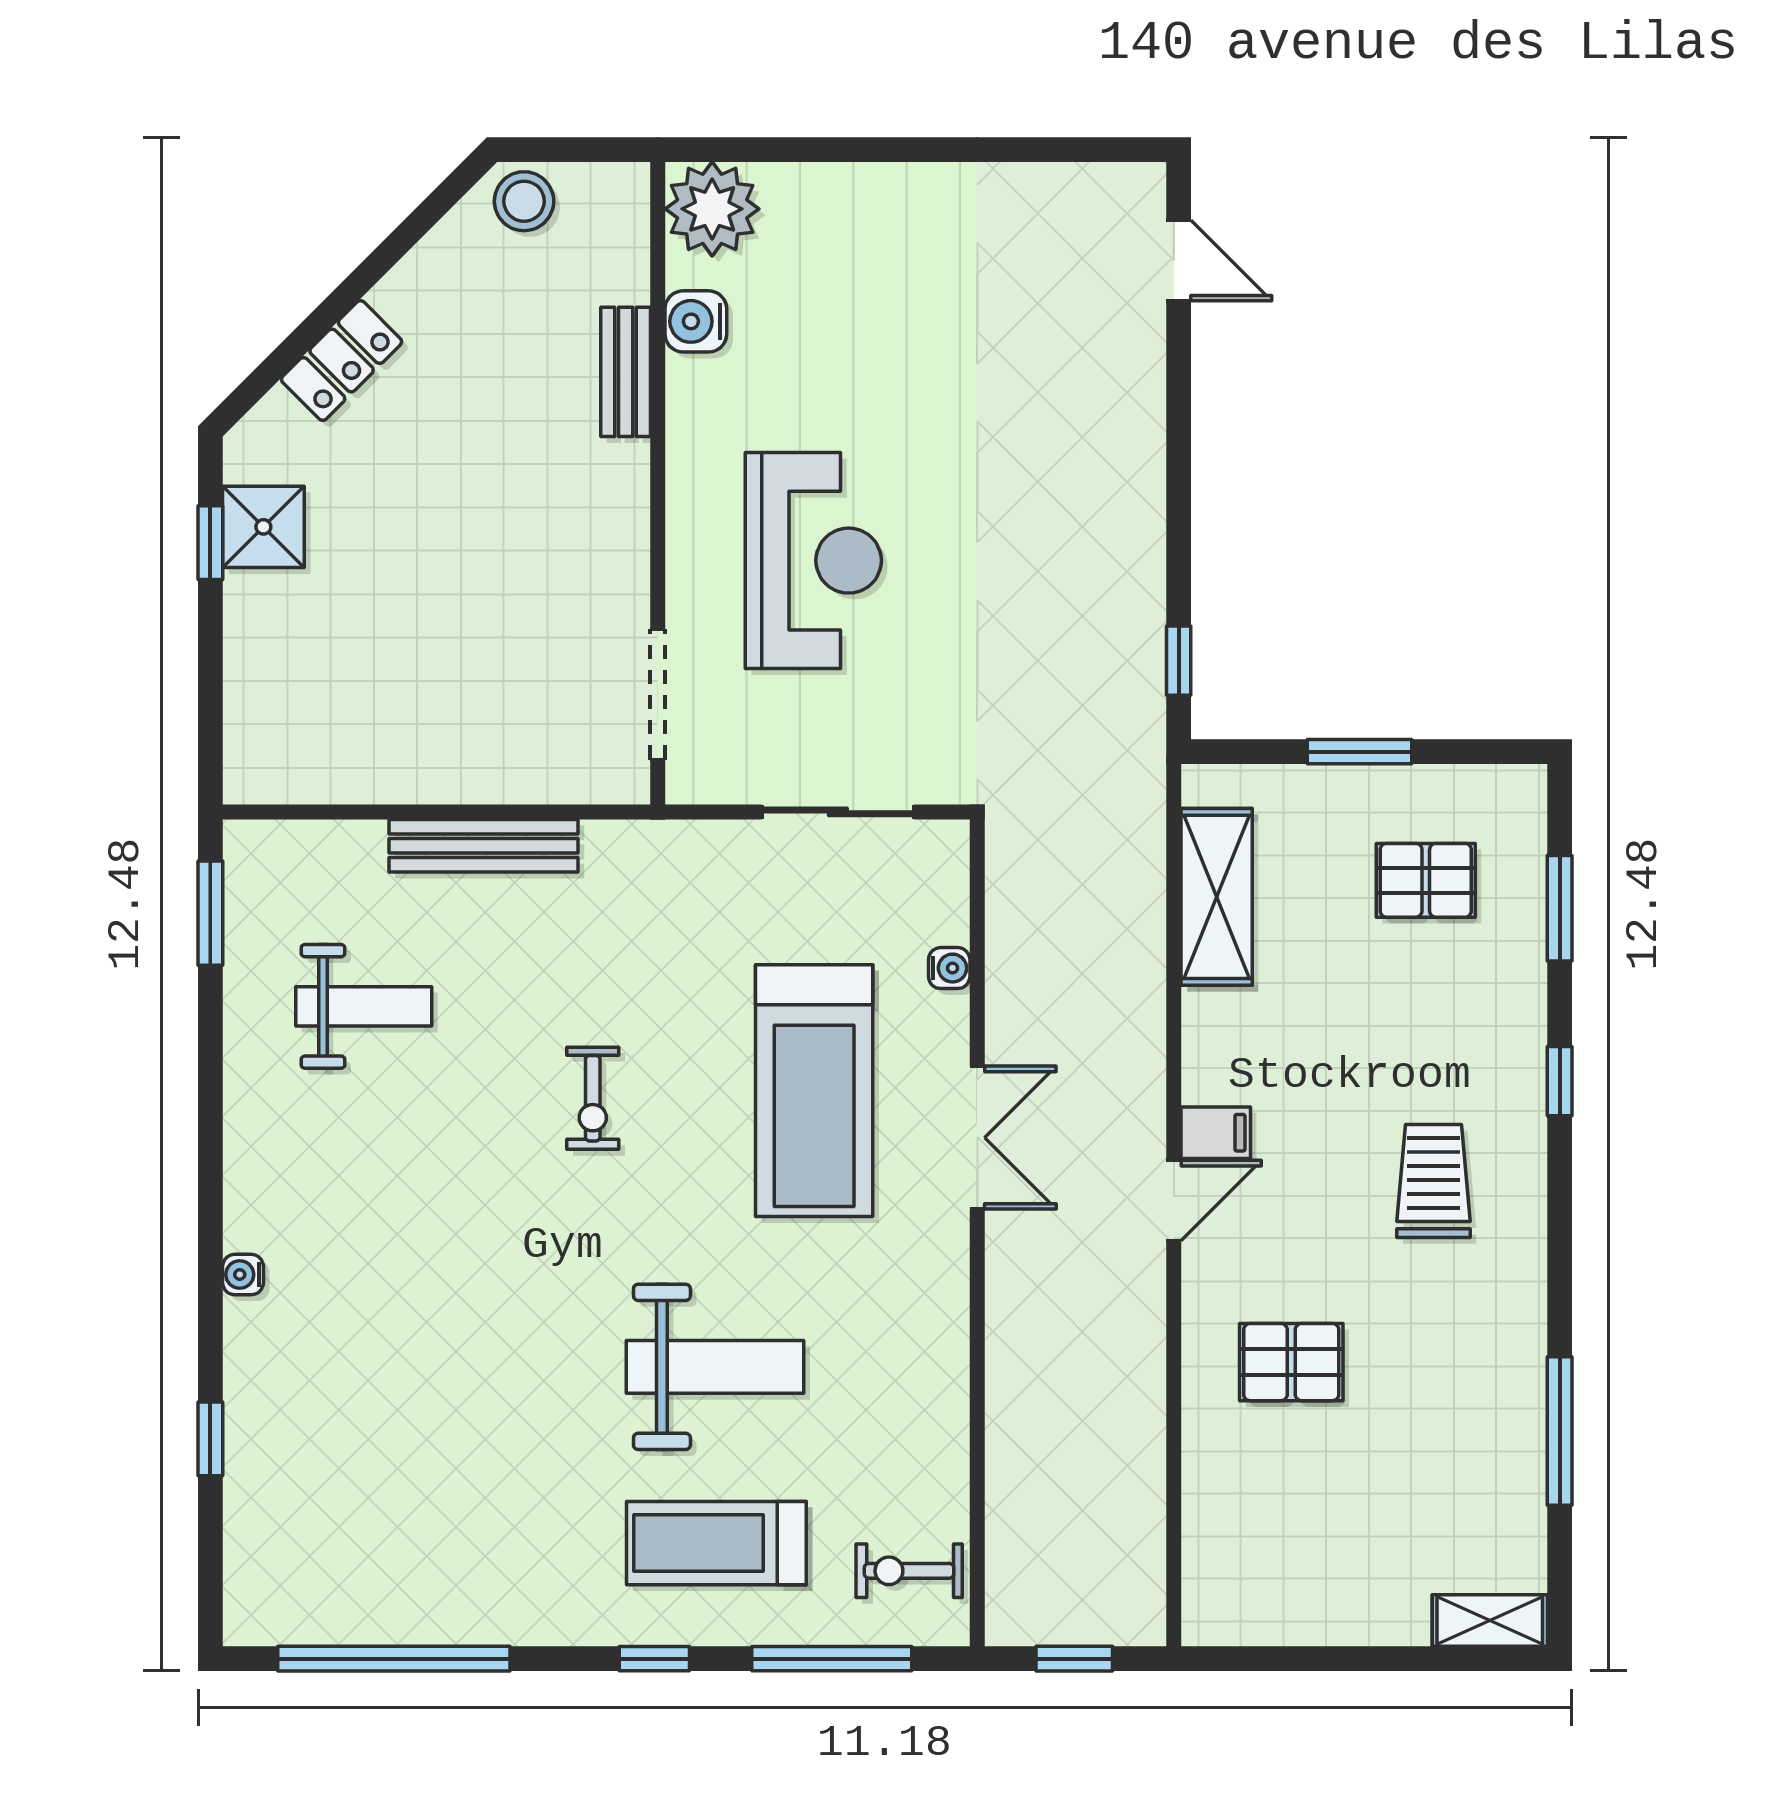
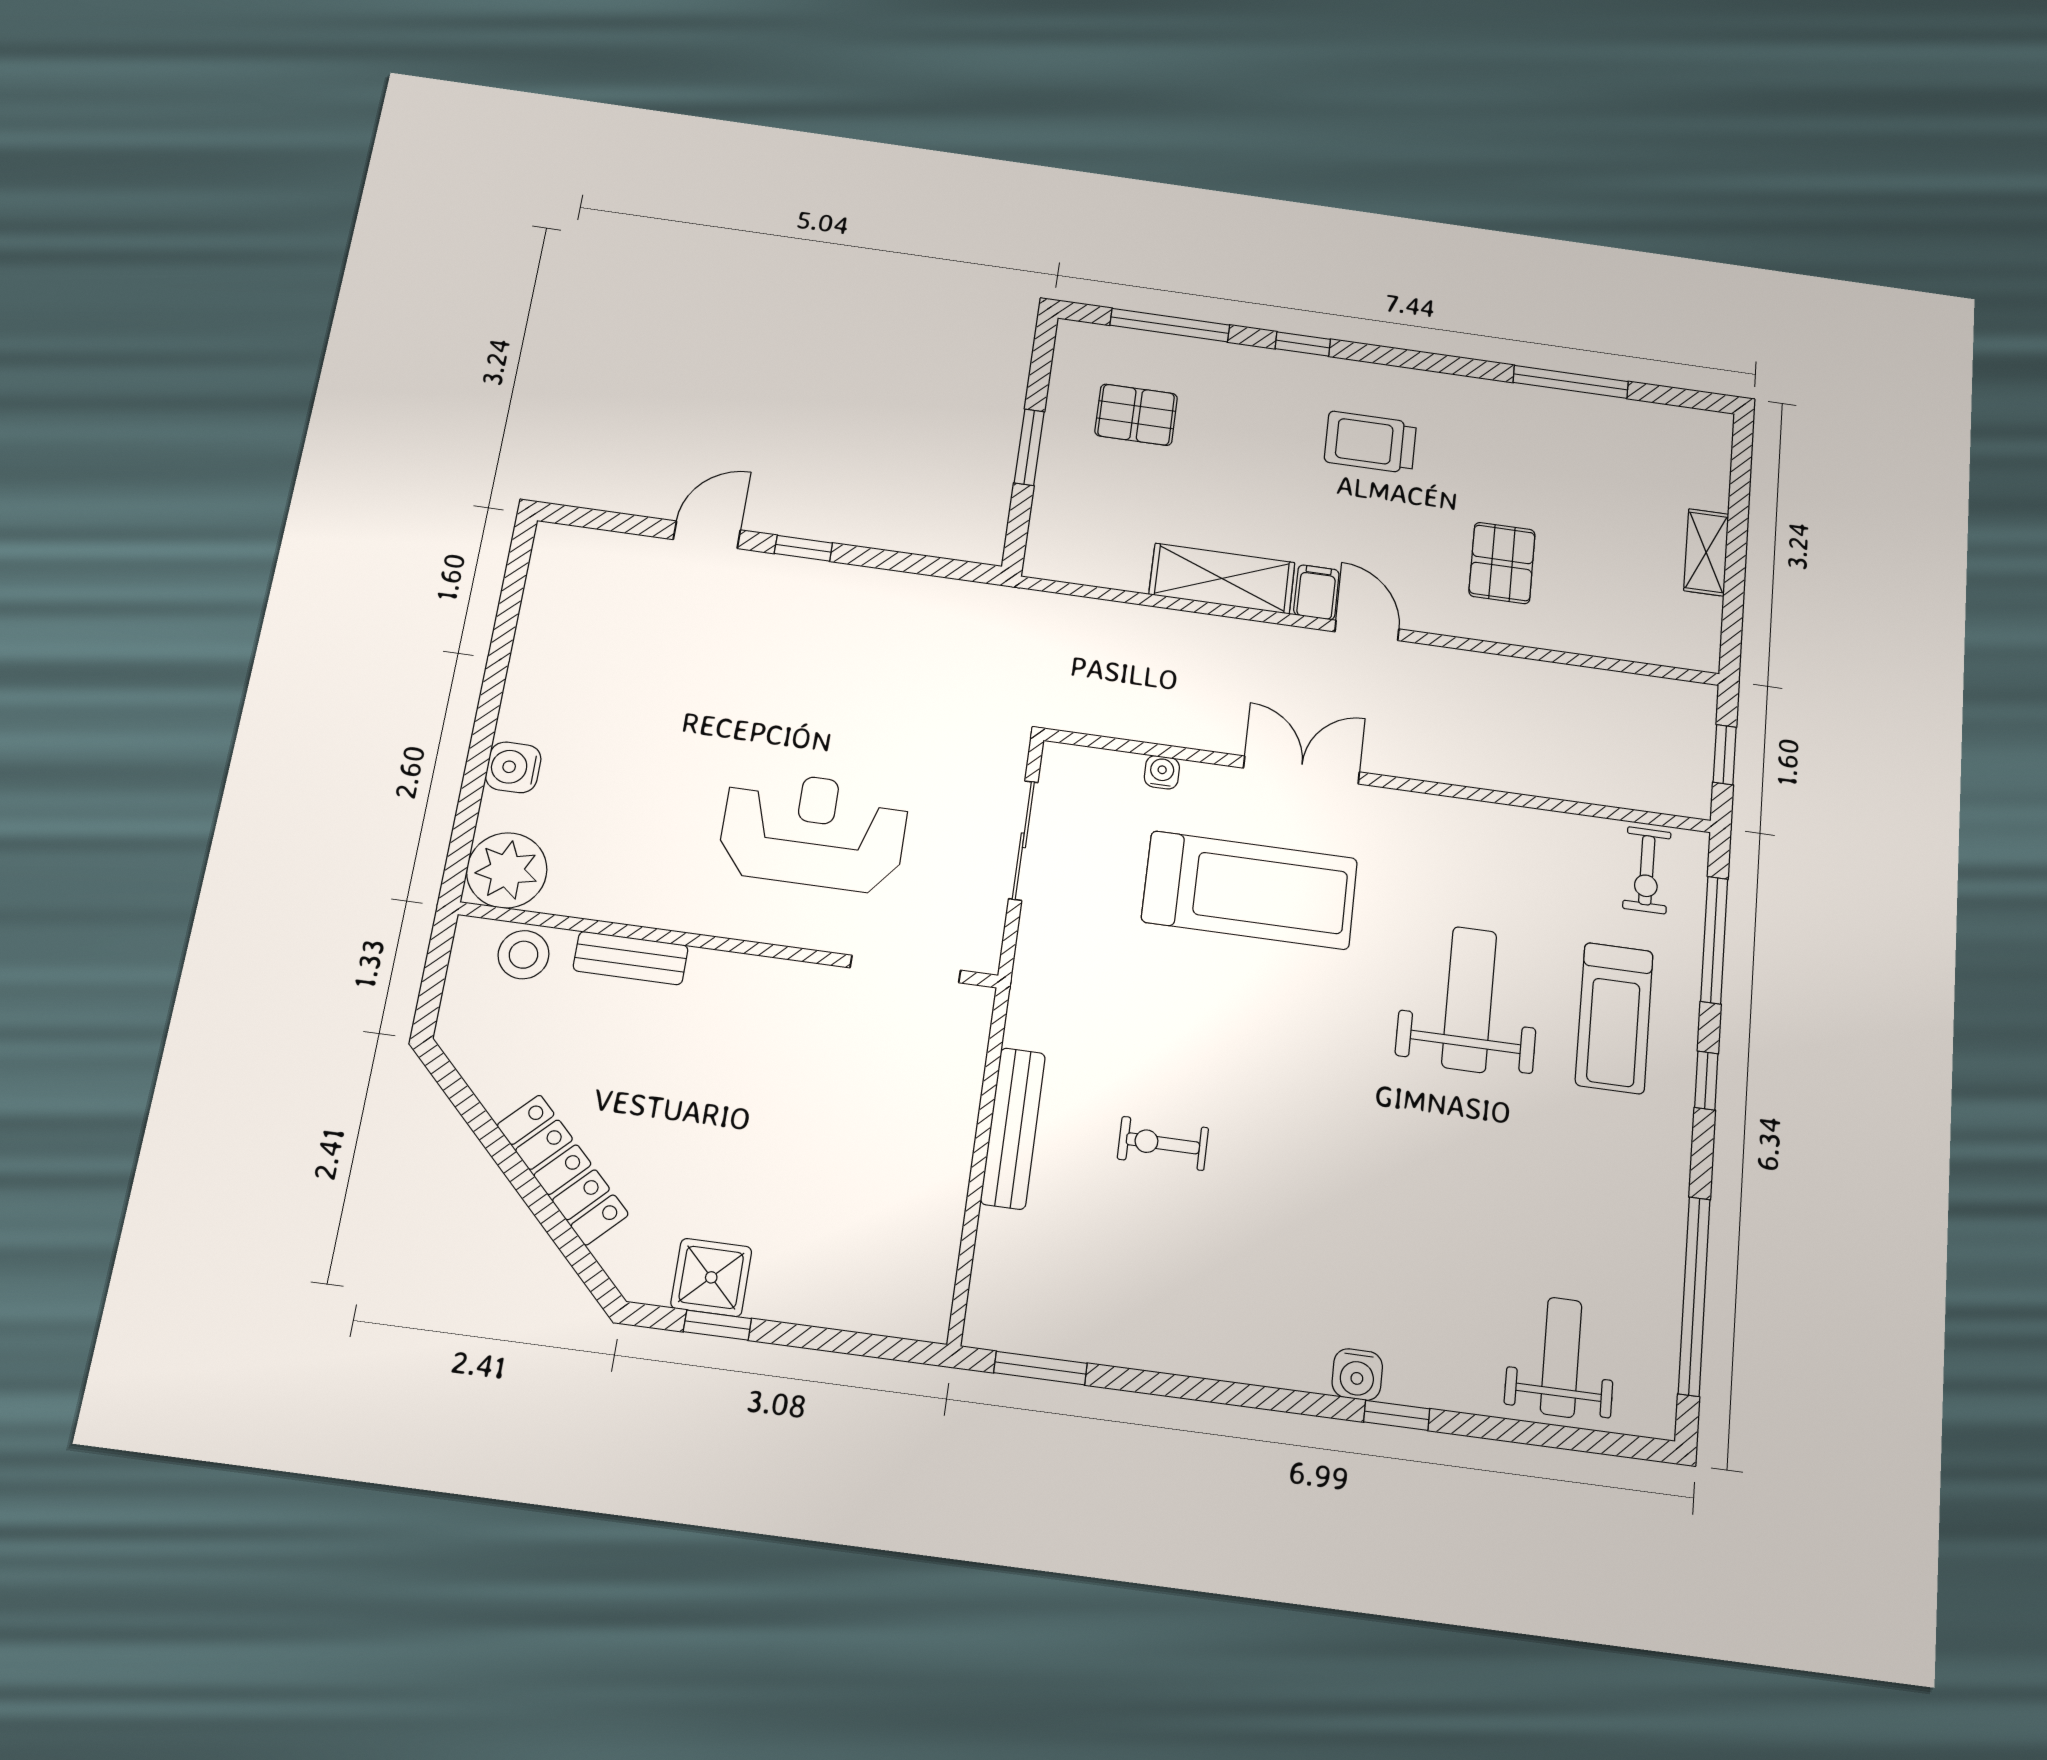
stool: (524, 201) -> (524, 955), moved
door: (1179, 260) -> (707, 535), moved
water cooler: (696, 321) -> (513, 767), moved, turned 90
locker: (342, 361) -> (562, 1170), width x1.53
window: (1179, 661) -> (803, 548), moved
pallet: (1426, 880) -> (1136, 415), turned 90
shelving: (1217, 897) -> (1222, 578), moved
window: (1560, 908) -> (1170, 325), width x1.44
weight bench: (364, 1006) -> (1561, 1357), moved
exercise bike: (593, 1098) -> (1163, 1143), moved, turned 180
water cooler: (243, 1275) -> (1357, 1375), width x1.38, depth x1.38
window: (210, 1439) -> (1397, 1415), moved
shelving: (1490, 1620) -> (1706, 552), moved

